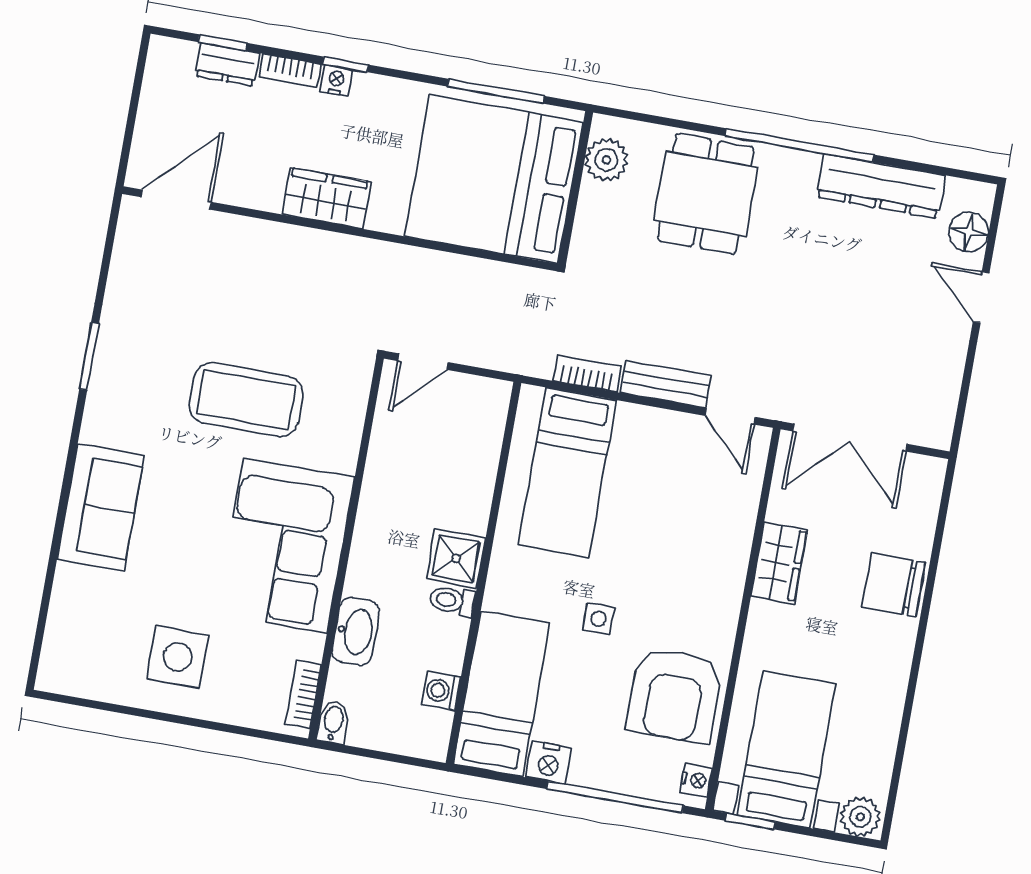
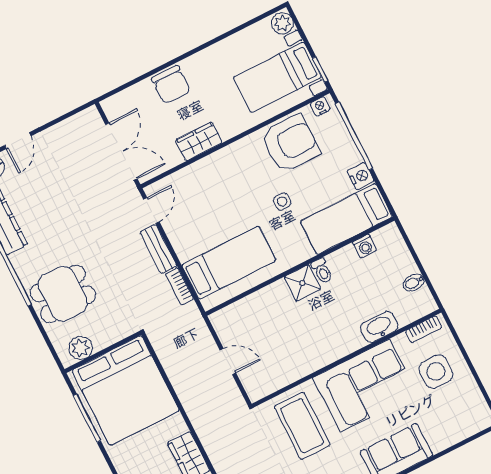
corner sofa: (285, 546) -> (365, 386), moved
wall: (346, 549) -> (346, 358), moved
washbasin: (356, 631) -> (379, 327), moved
bookcase: (303, 694) -> (424, 329), moved

